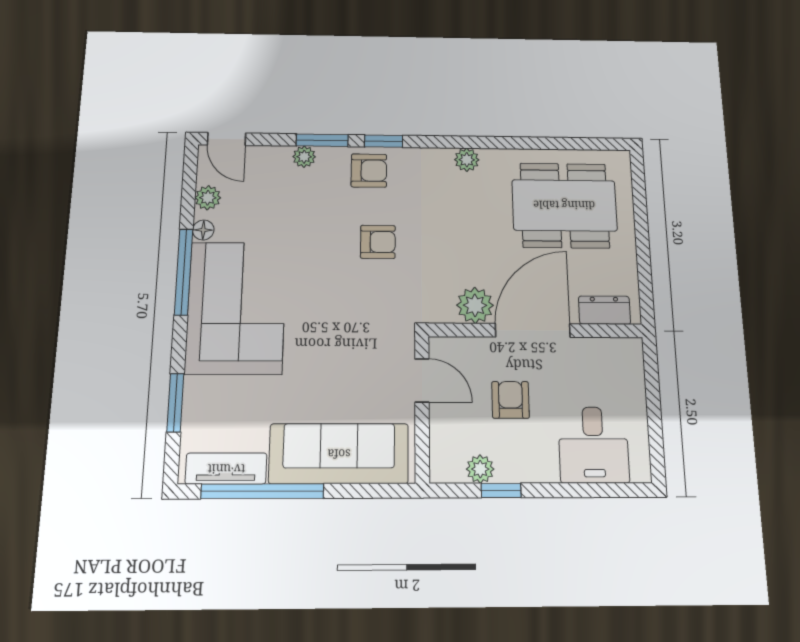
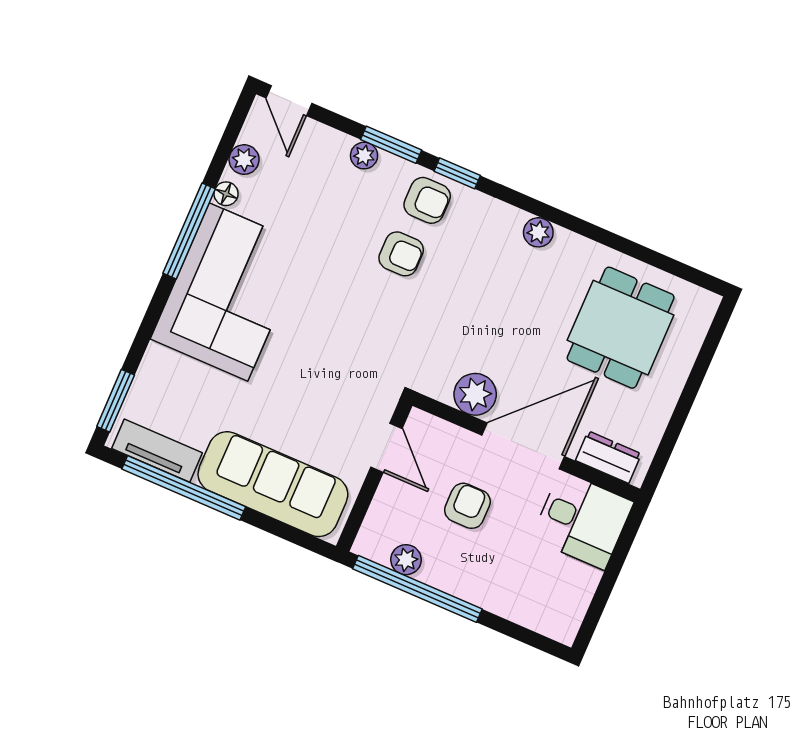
dining table: (564, 205) -> (621, 328), width x0.73
armchair: (378, 242) -> (401, 254), moved
window: (175, 403) -> (116, 401), moved
desk: (593, 445) -> (582, 520), moved, turned -90
window: (501, 490) -> (417, 589), width x3.17

